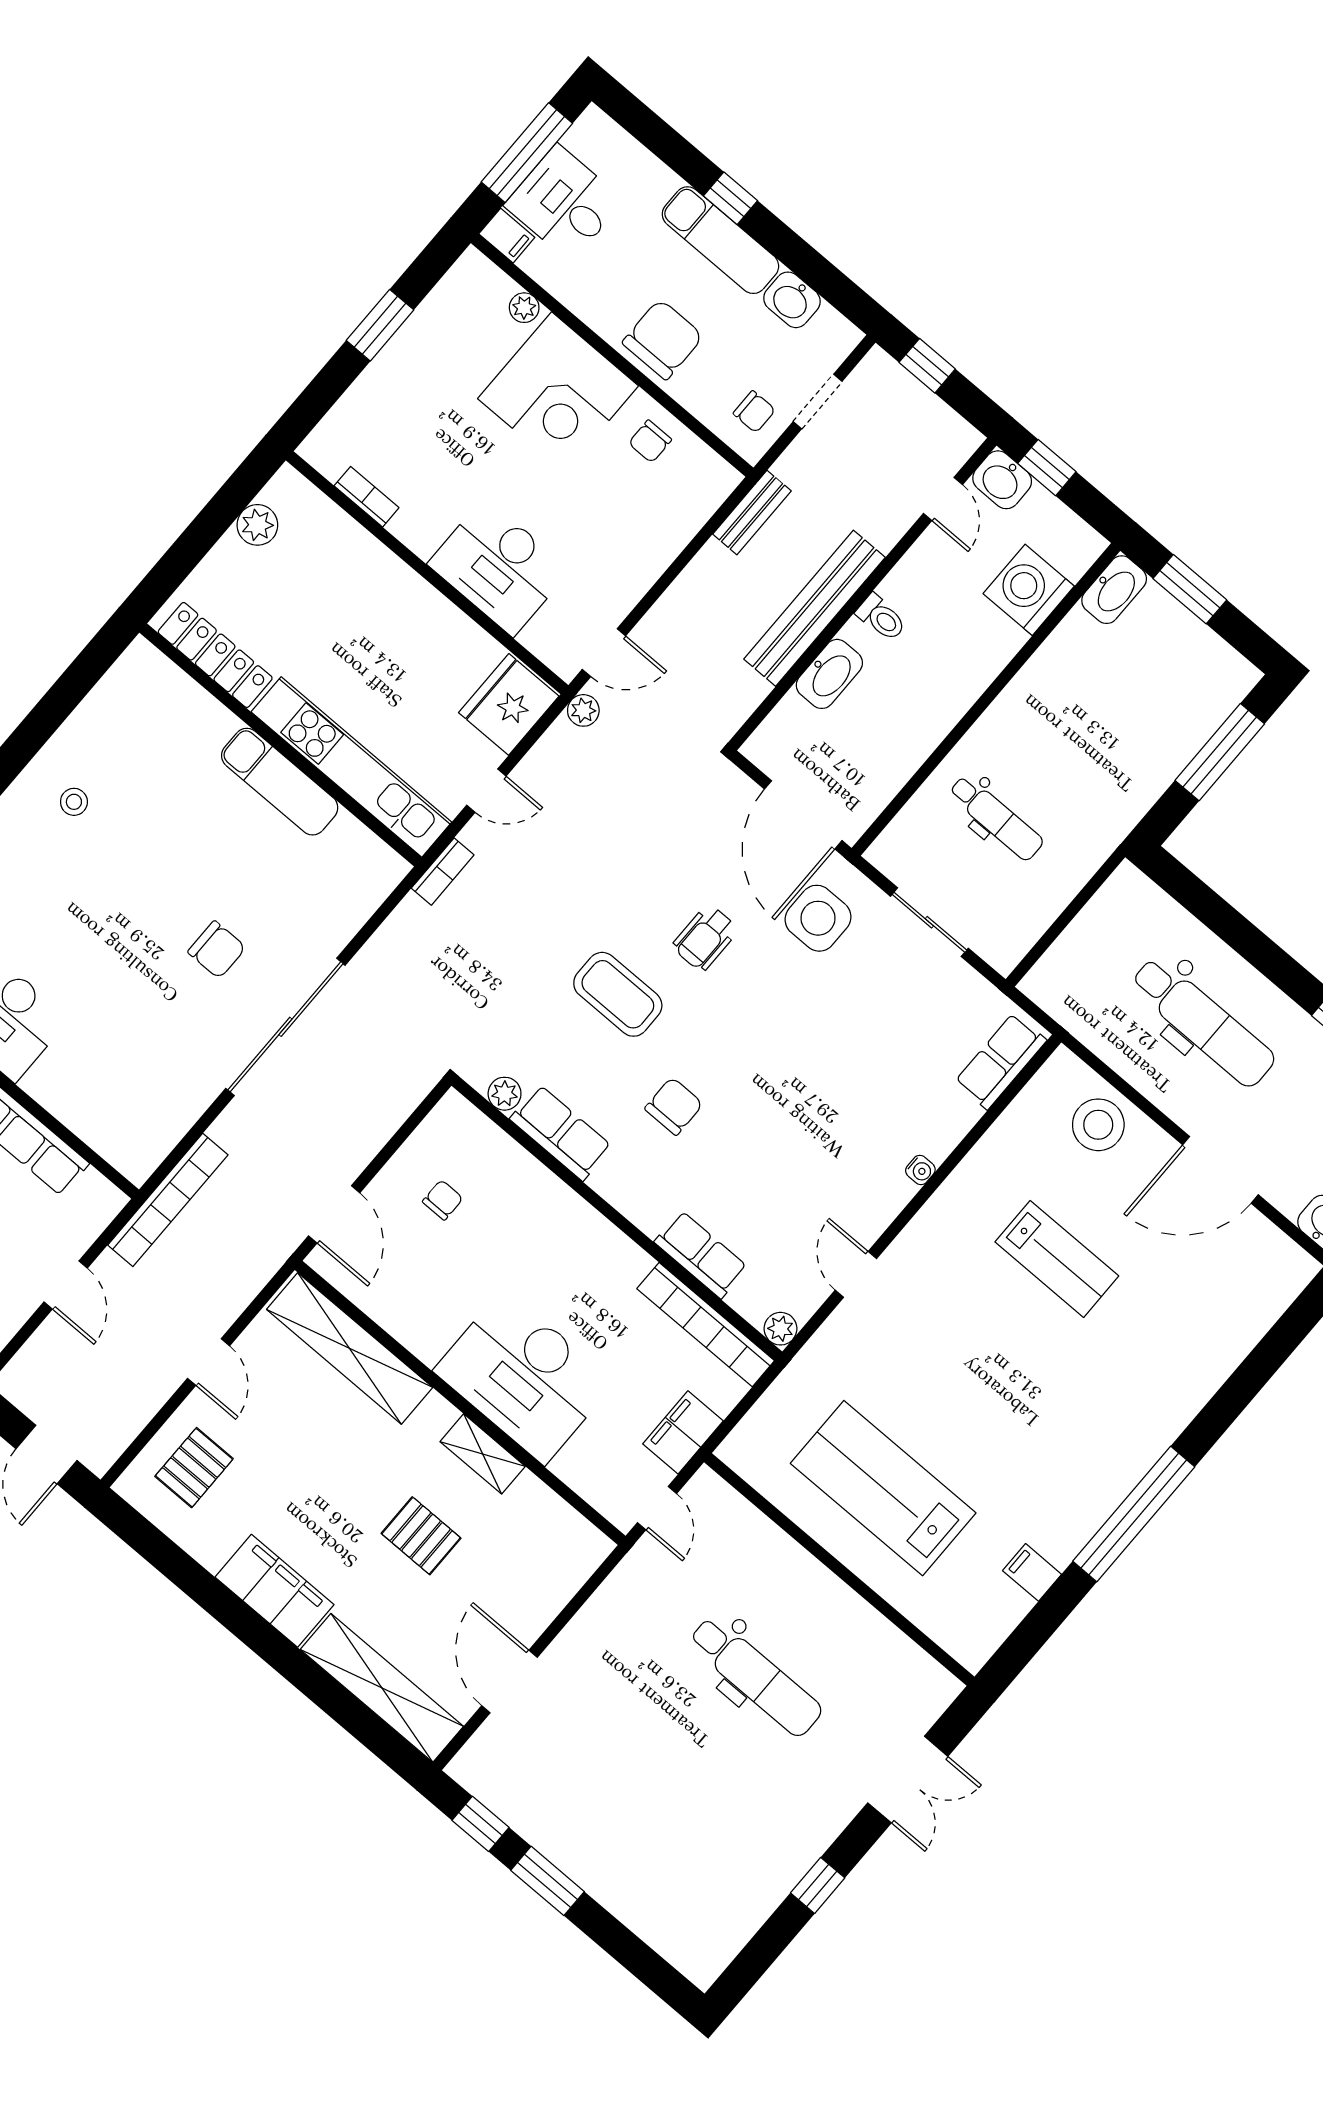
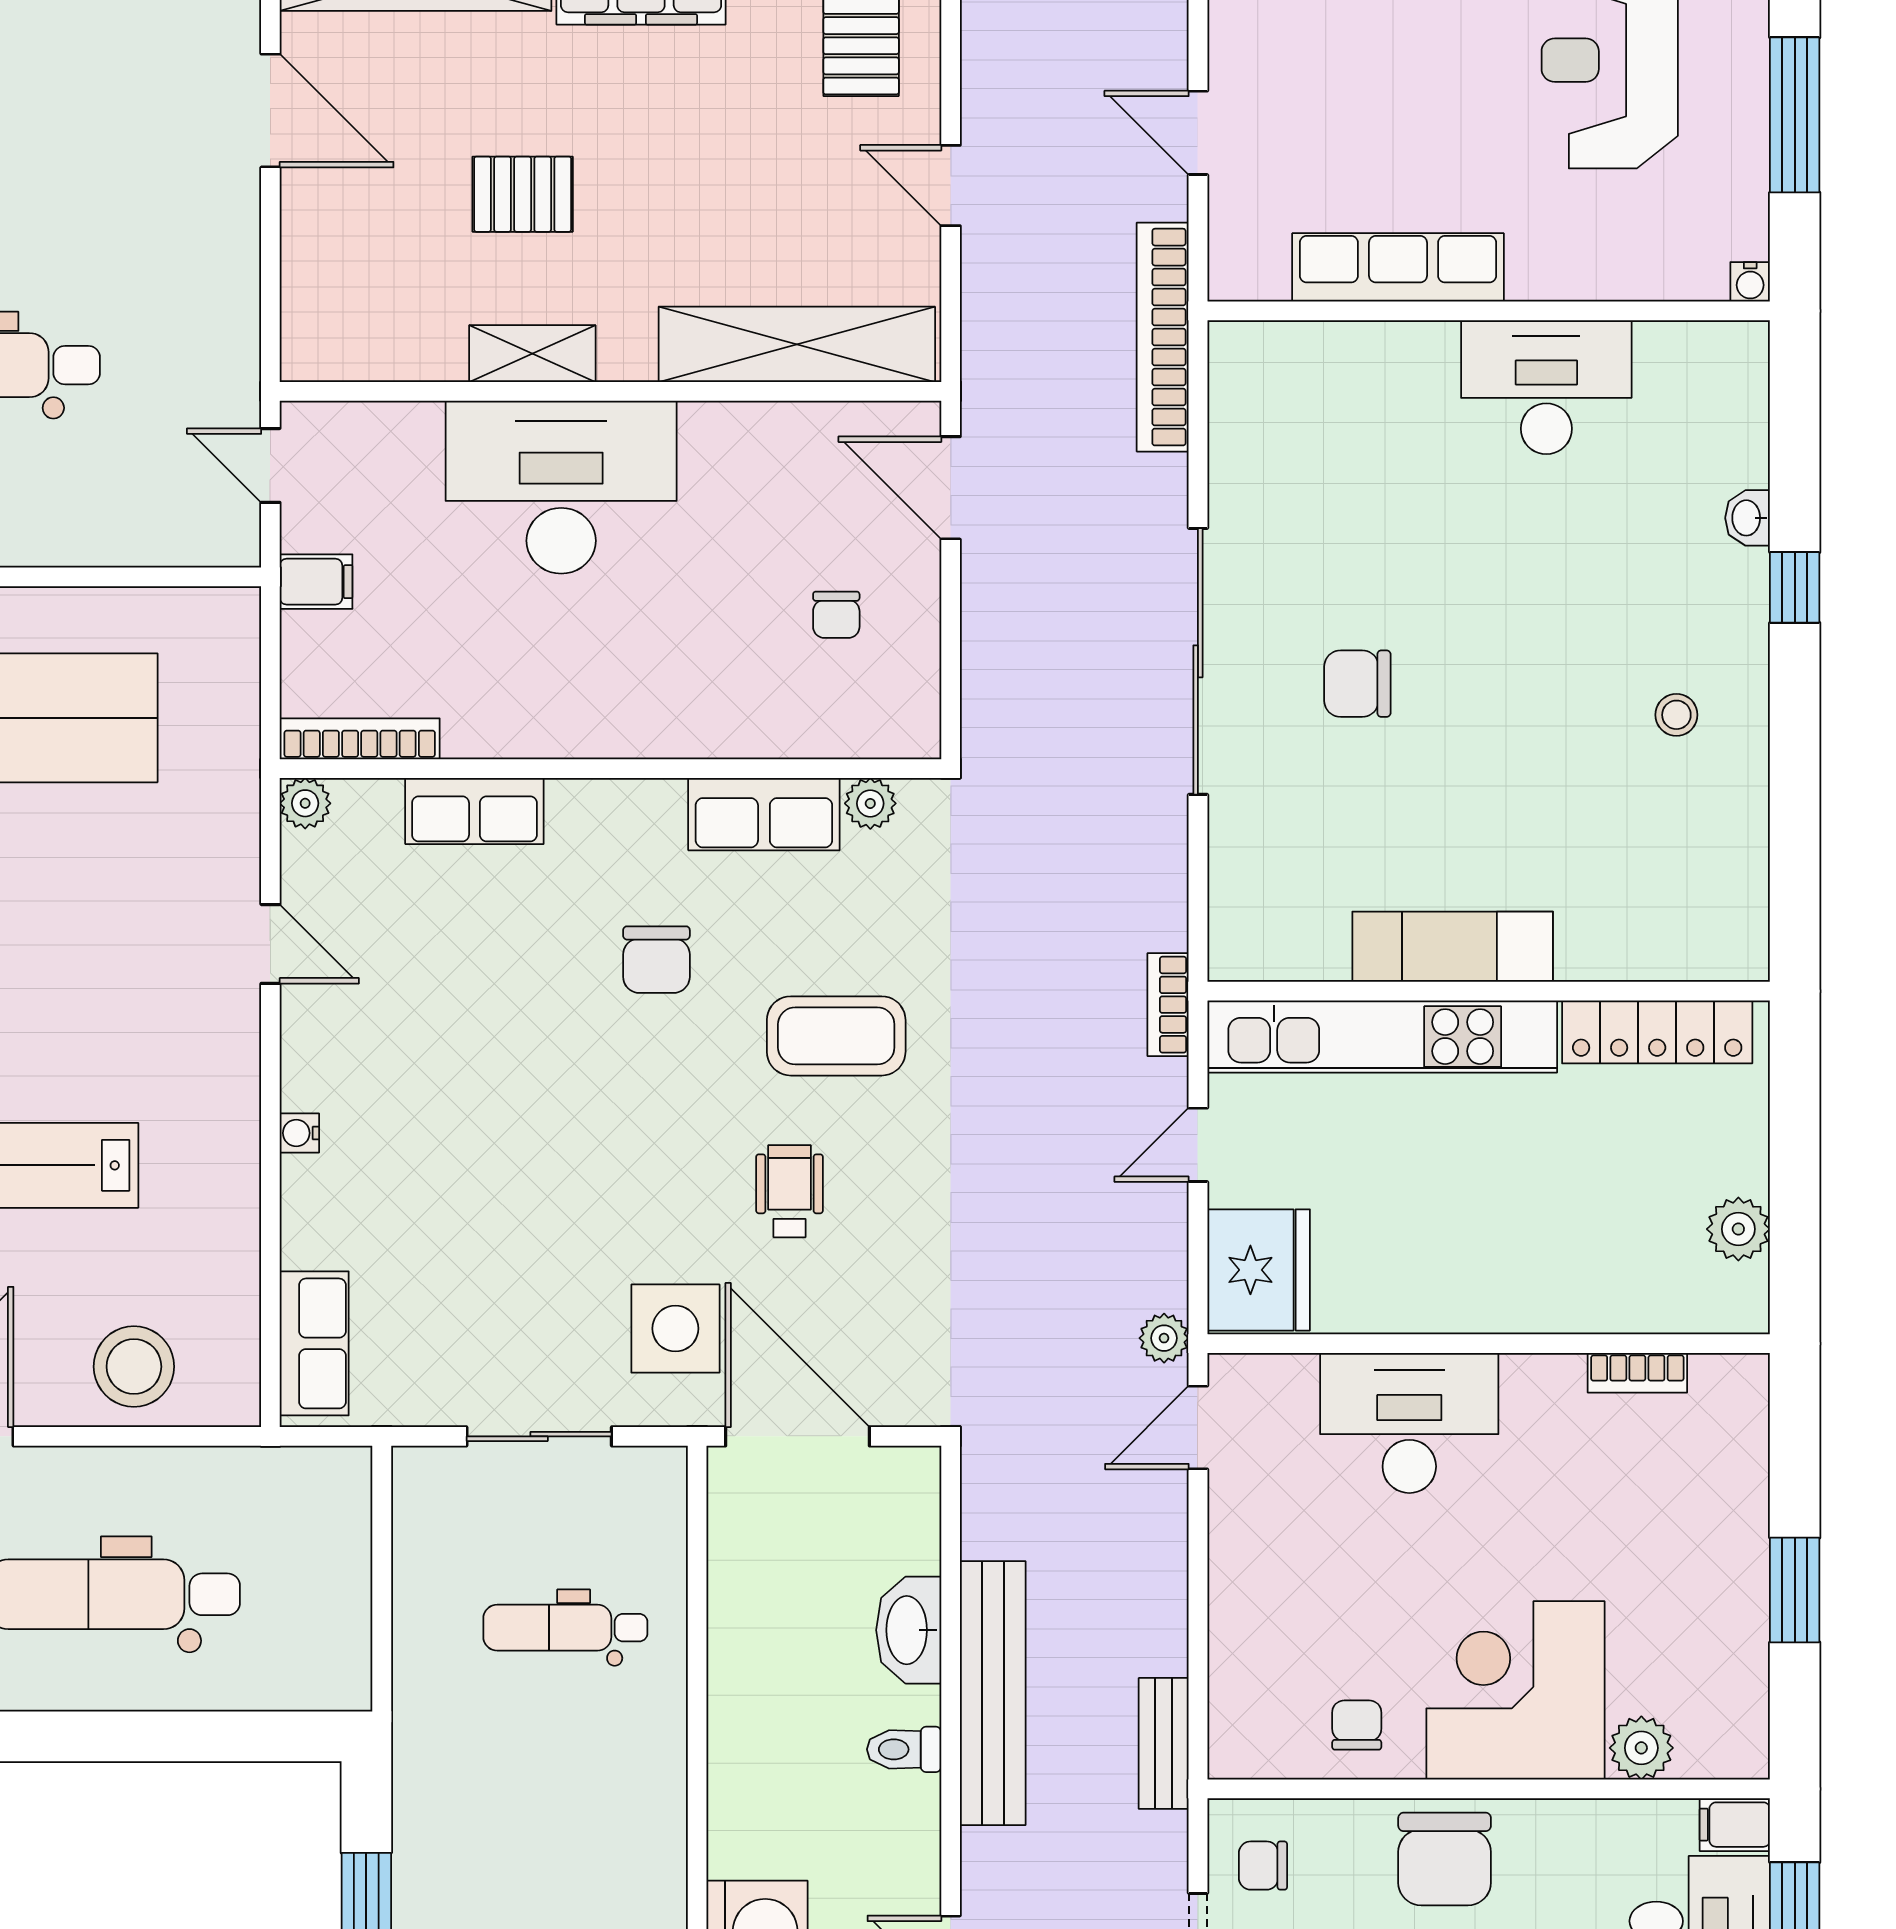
plant: (524, 308) -> (1641, 1748), width x1.38, depth x1.38
bookcase: (706, 1325) -> (360, 739), width x0.68, depth x0.76
filing cabinet: (683, 1432) -> (316, 582), width x0.50

